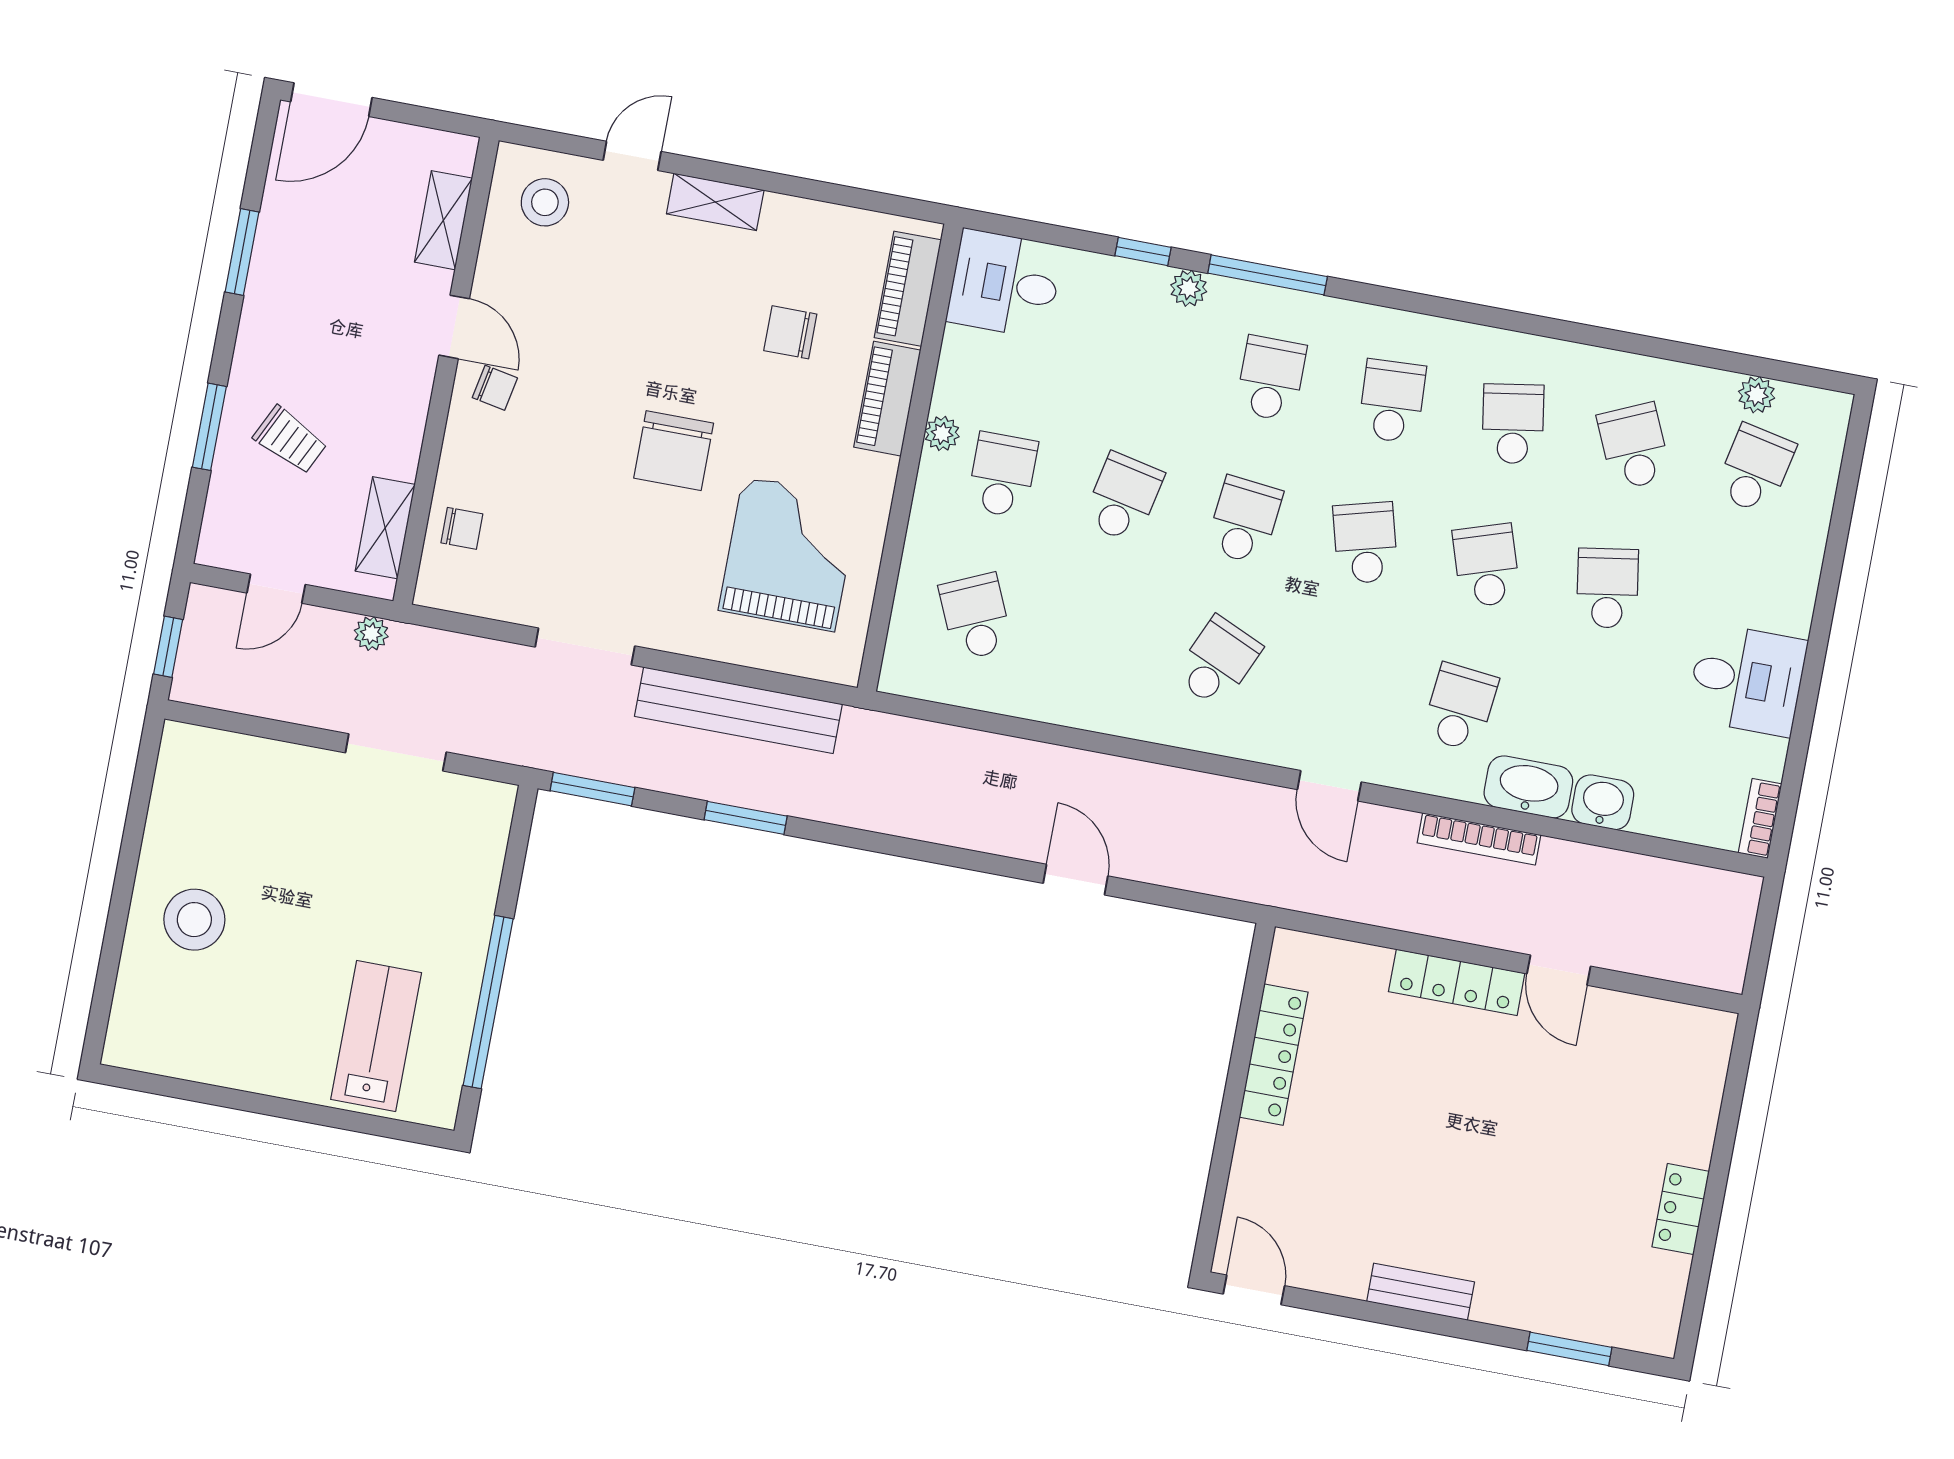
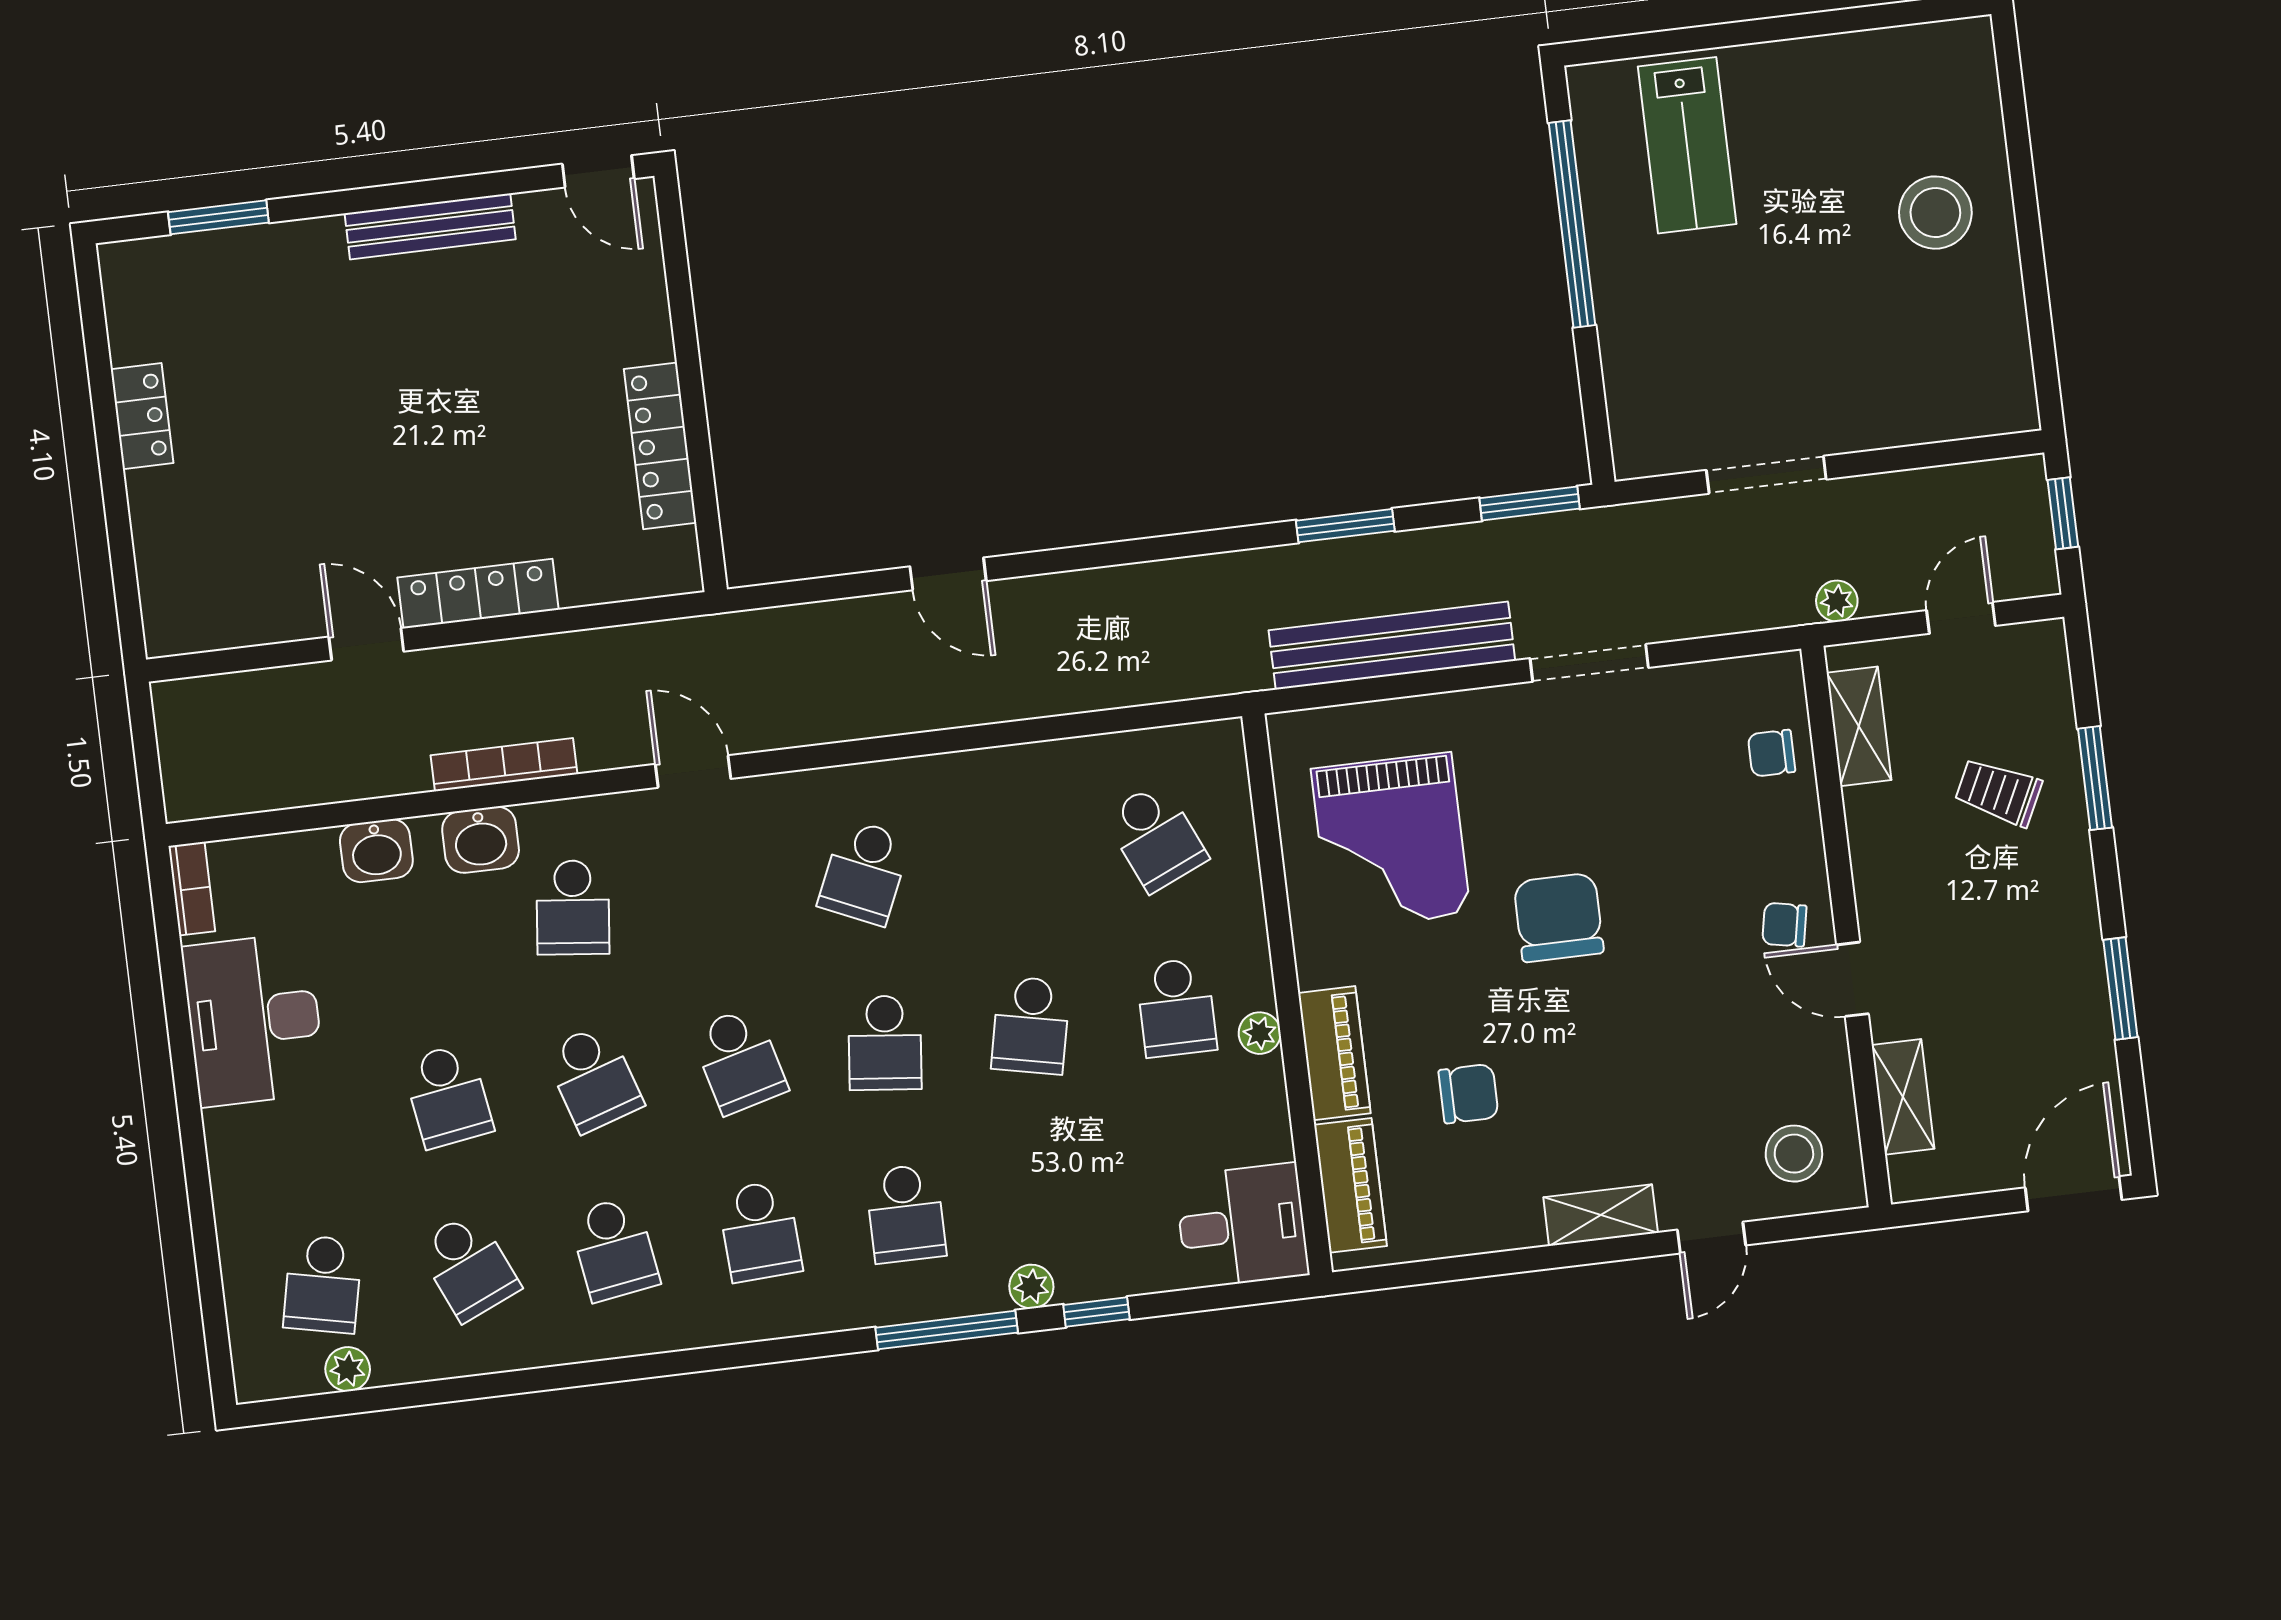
desk: (1747, 680) -> (254, 1020), width x1.37
washbasin: (1528, 787) -> (481, 840), width x0.72
bench: (1421, 1292) -> (430, 226), width x1.36

